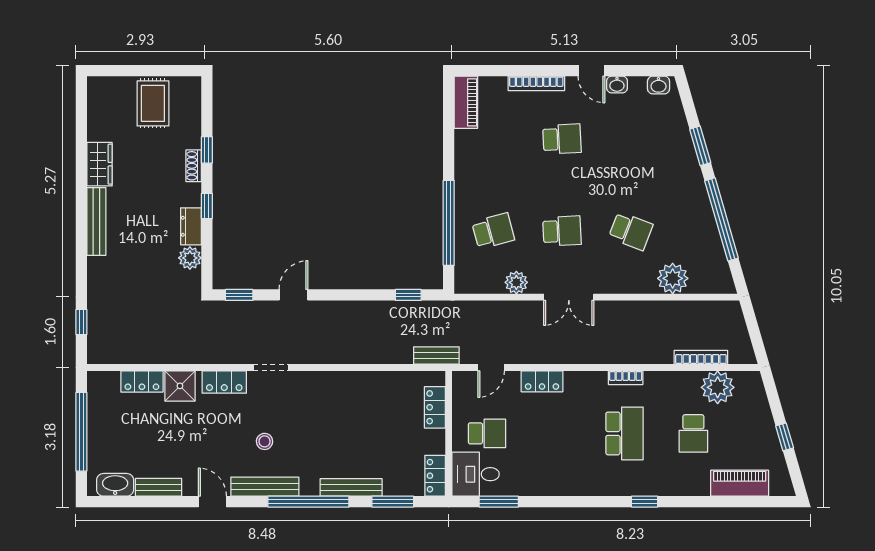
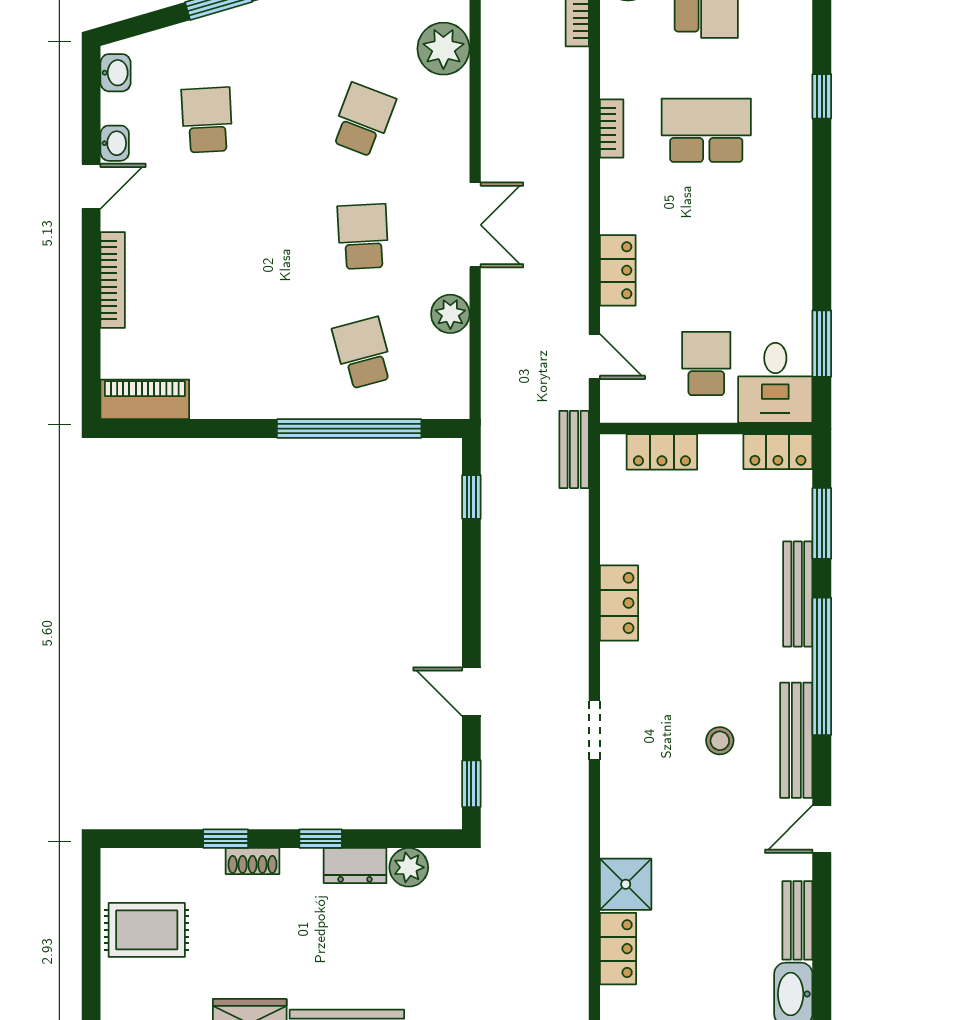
school desk: (562, 139) -> (207, 120), moved
locker: (224, 382) -> (619, 603), moved

